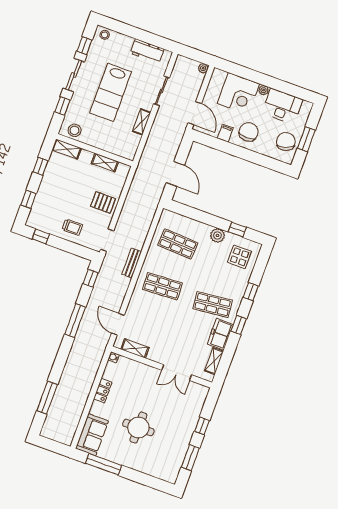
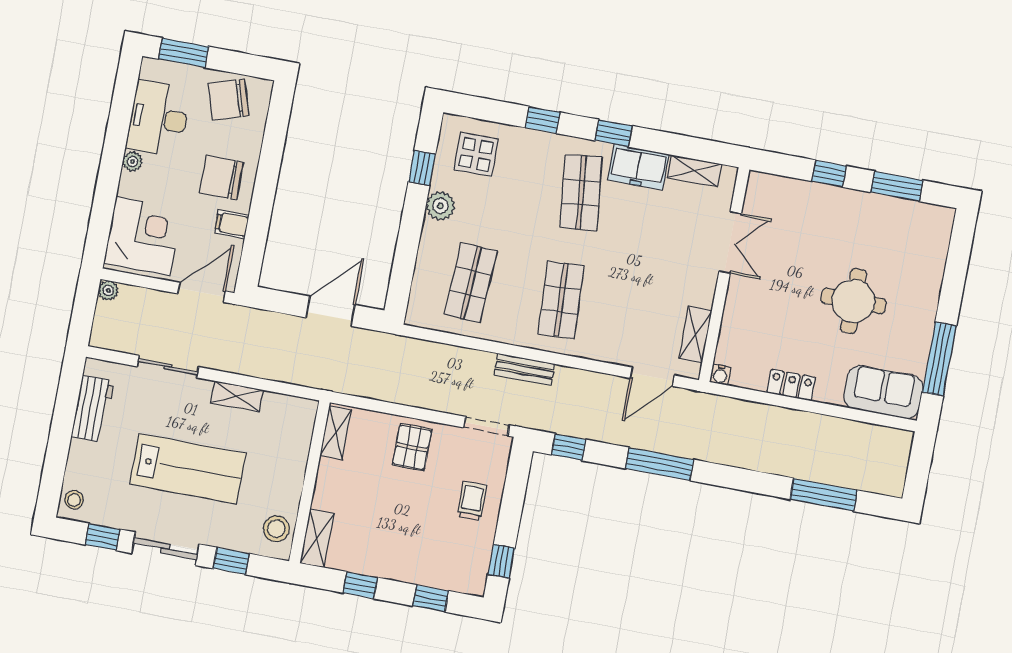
corner desk: (238, 94) -> (143, 236), moved
window: (306, 139) -> (184, 53), moved
shelving: (105, 163) -> (336, 433), moved

